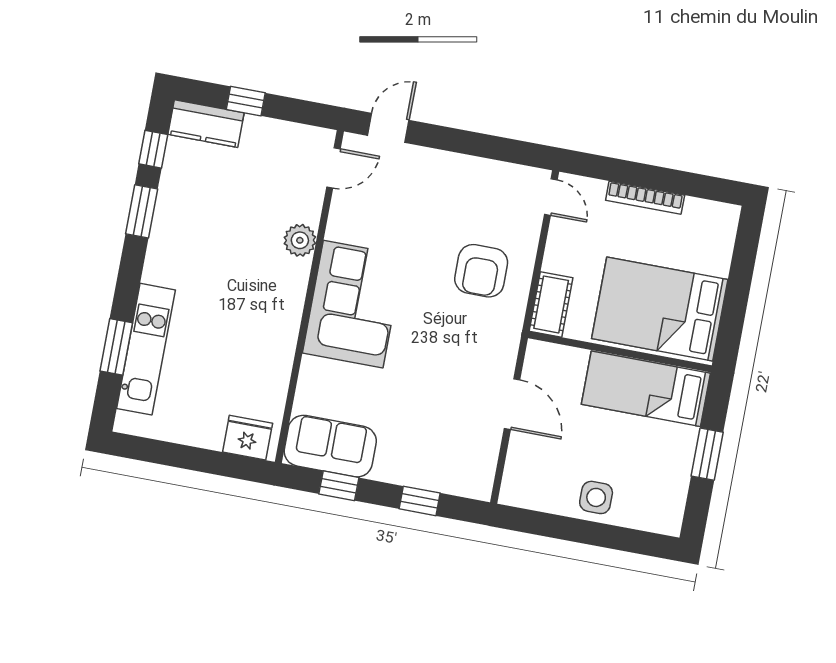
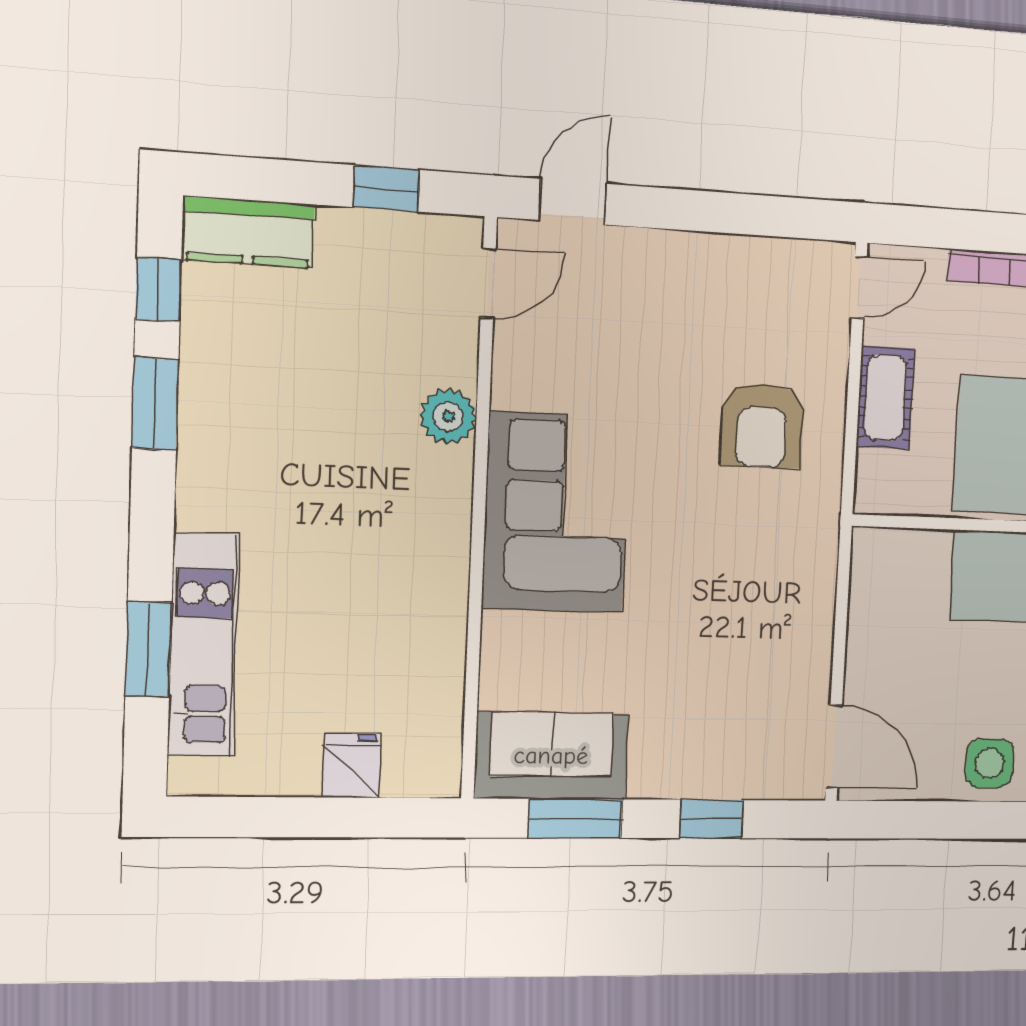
window: (246, 101) -> (386, 188), moved
door: (551, 197) -> (859, 287), hinge flipped
cot: (551, 304) -> (885, 398), moved
door: (512, 404) -> (834, 747), moved
fridge: (248, 438) -> (352, 765), moved, width x0.72
window: (339, 486) -> (575, 818), width x1.50

